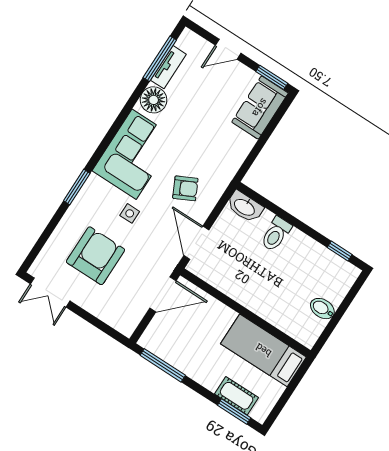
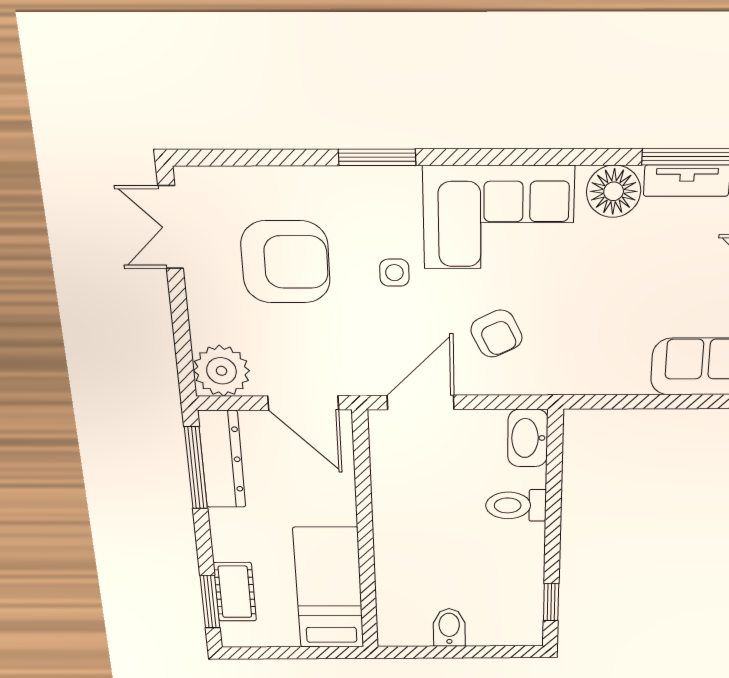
plant: (125, 319) -> (221, 371), added
dresser: (166, 350) -> (222, 459), added

